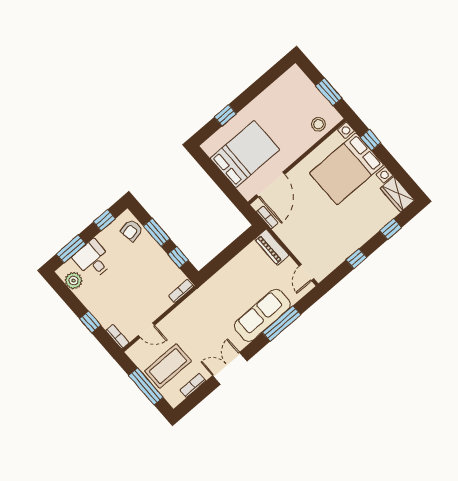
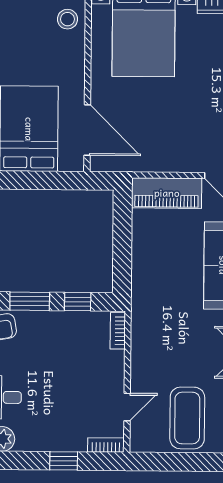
bookcase: (267, 217) -> (120, 165), removed
piano: (272, 247) -> (167, 193), width x1.37, depth x1.33
window: (146, 386) -> (188, 462), removed

